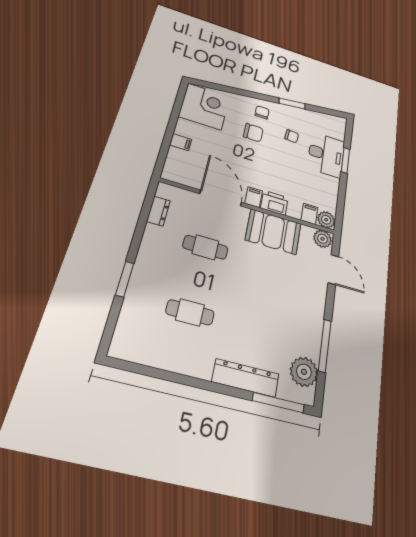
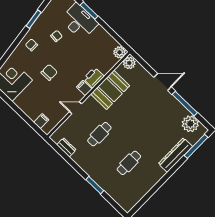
chair: (253, 133) -> (49, 72), moved
filing cabinet: (181, 142) -> (41, 121), moved
door: (221, 198) -> (75, 108), width x0.53
filing cabinet: (309, 214) -> (111, 60), removed
door: (333, 270) -> (163, 82), moved

